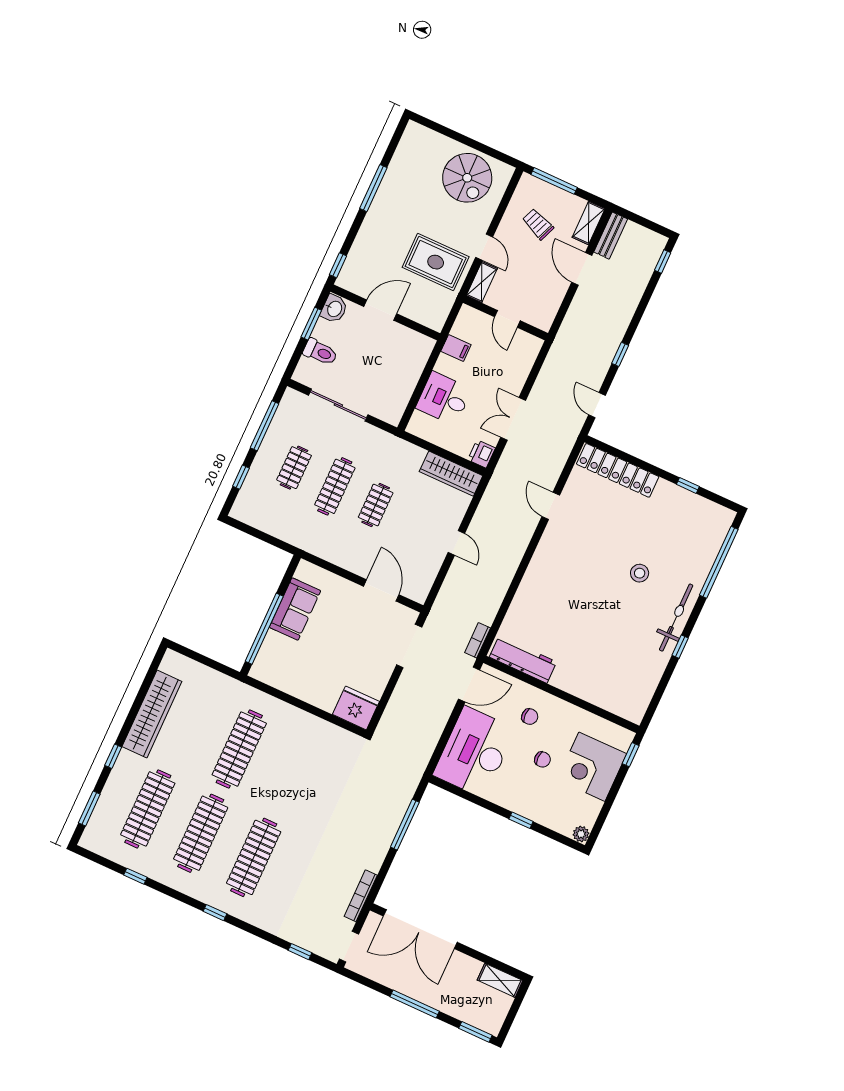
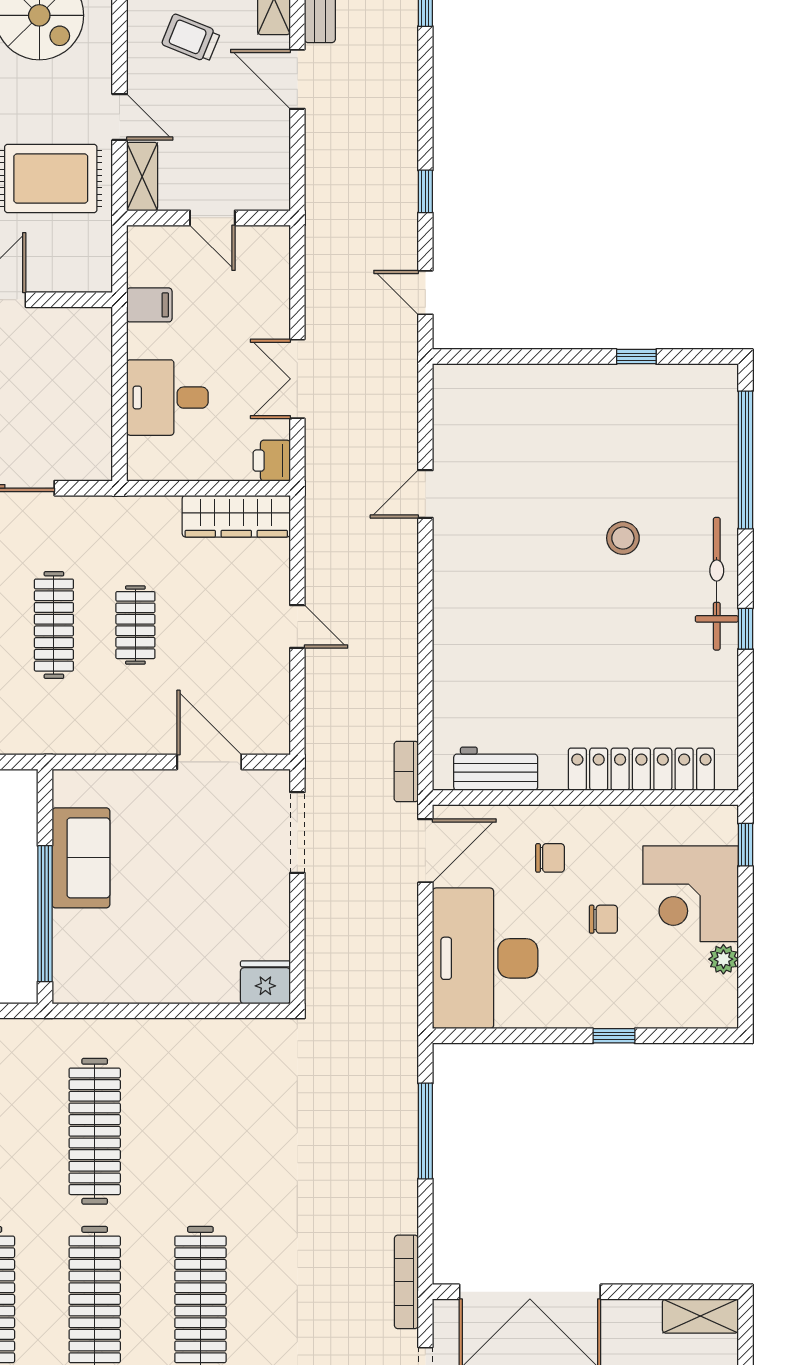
locker: (618, 470) -> (641, 769), moved, turned 180
door: (551, 506) -> (425, 494), hinge flipped
workbench: (523, 659) -> (496, 769), width x0.73
fridge: (356, 708) -> (265, 982), width x0.73, depth x0.75
plant: (581, 834) -> (723, 959), moved

